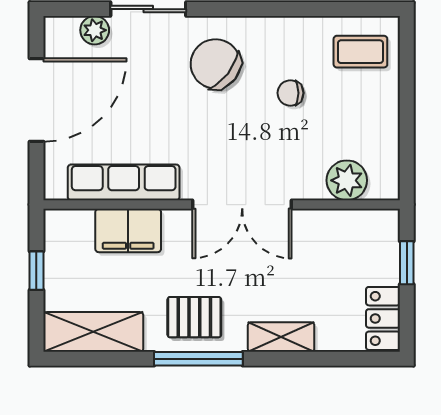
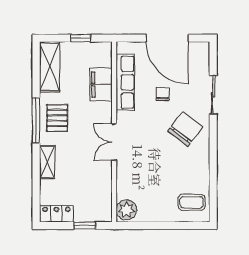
plant: (95, 30) -> (202, 68), removed
coffee table: (360, 52) -> (192, 202), turned 90
chair: (290, 93) -> (163, 94), moved
plant: (347, 180) -> (126, 210), moved
double door: (242, 205) -> (114, 142), width x0.73

